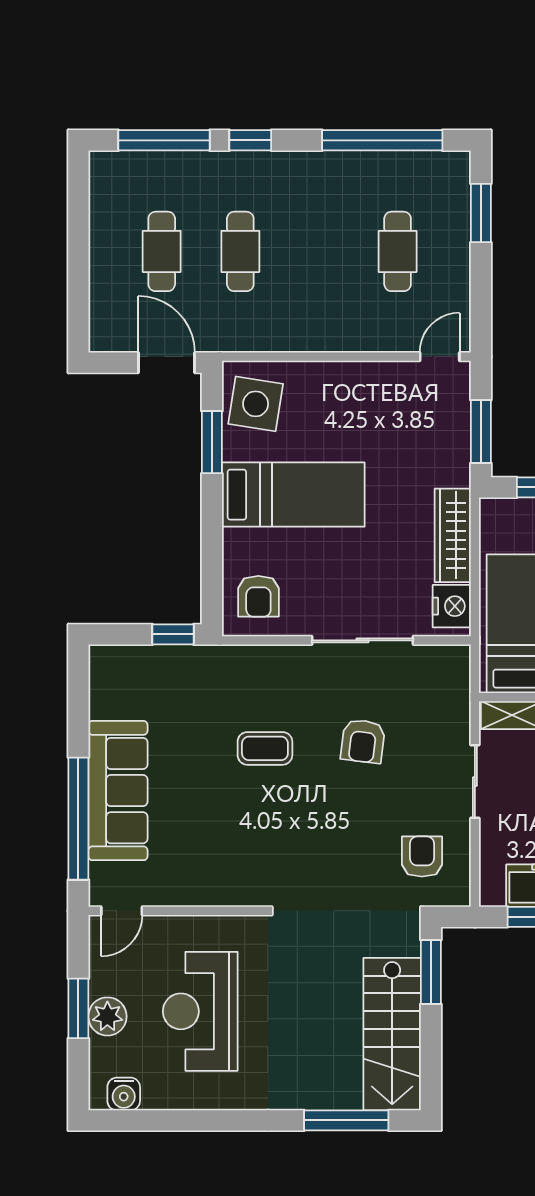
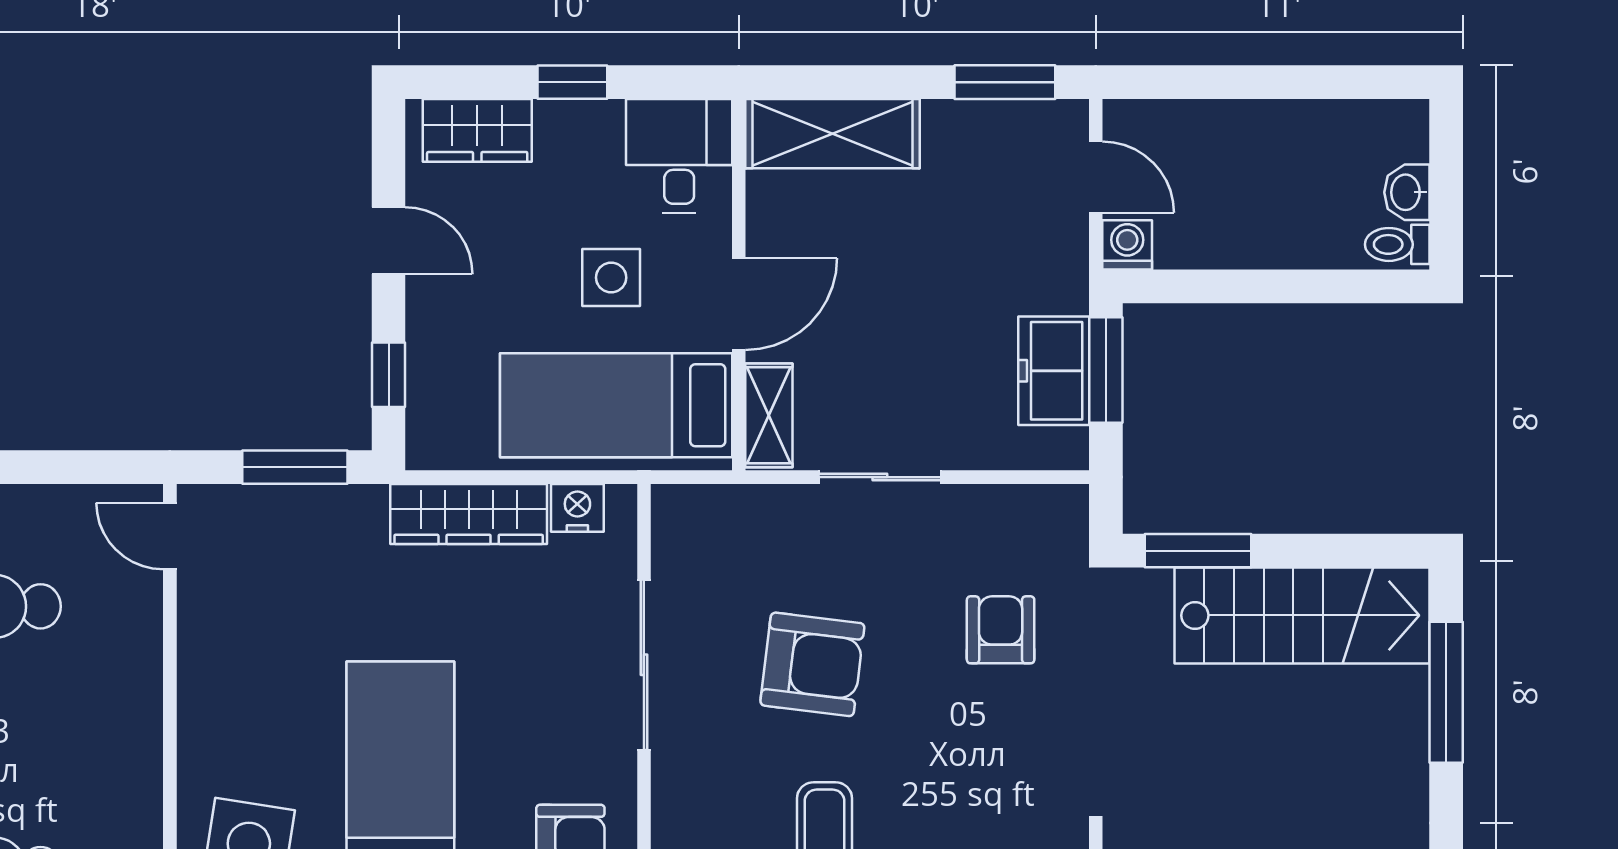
nightstand: (452, 606) -> (577, 508), width x0.74, depth x0.75
armchair: (363, 741) -> (812, 664), width x1.38, depth x1.38
armchair: (422, 857) -> (1001, 630), moved, turned 90

